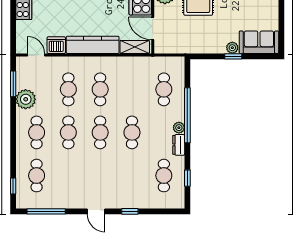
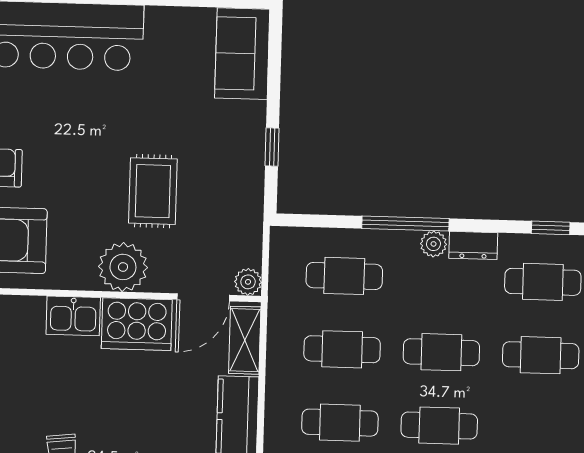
plant: (232, 48) -> (248, 282), moved
window: (233, 56) -> (272, 147), moved
cafe table: (132, 89) -> (342, 349), added
window: (187, 115) -> (405, 224), width x0.68
cafe table: (132, 176) -> (541, 355), added

